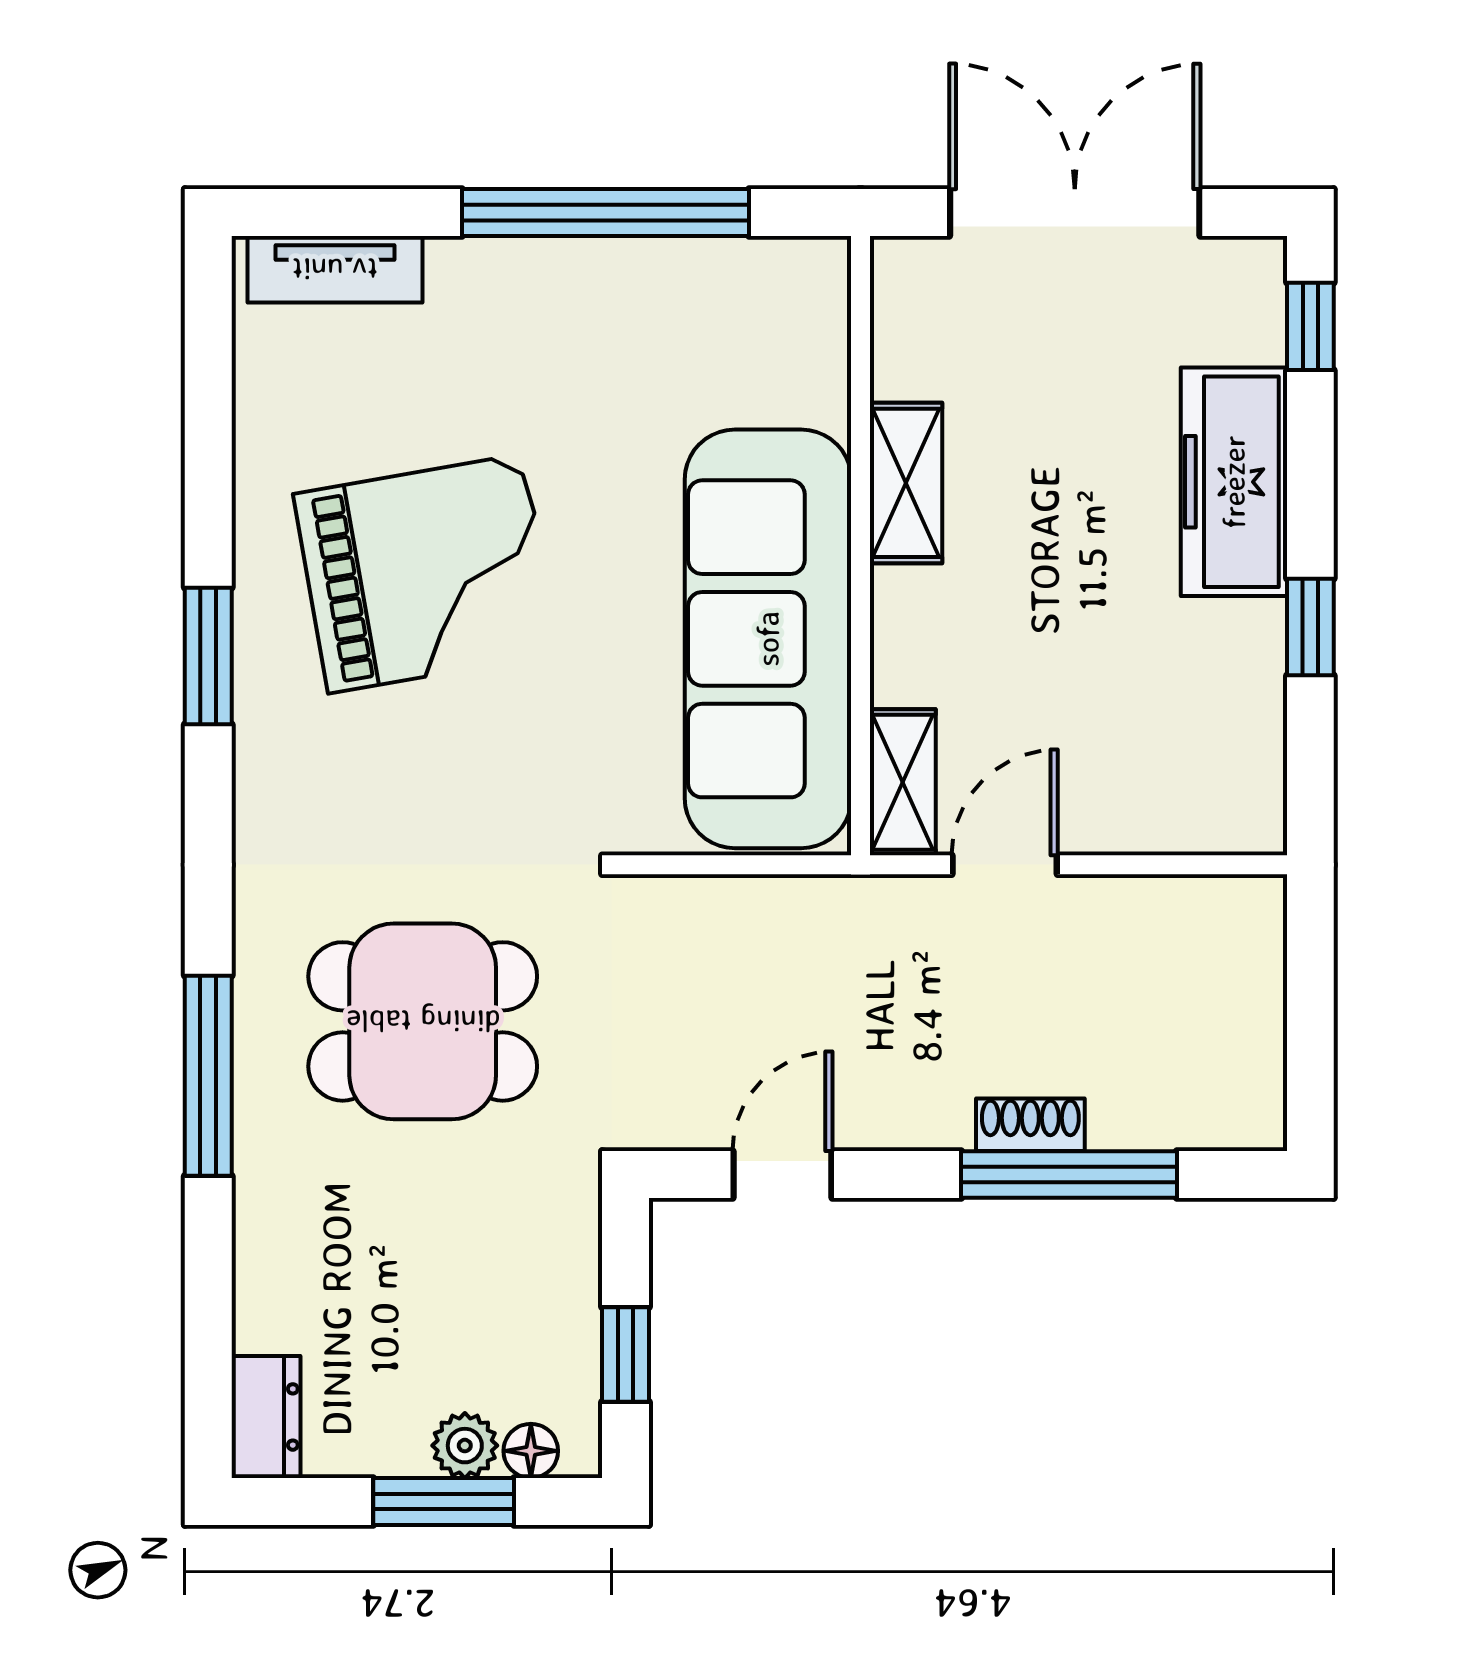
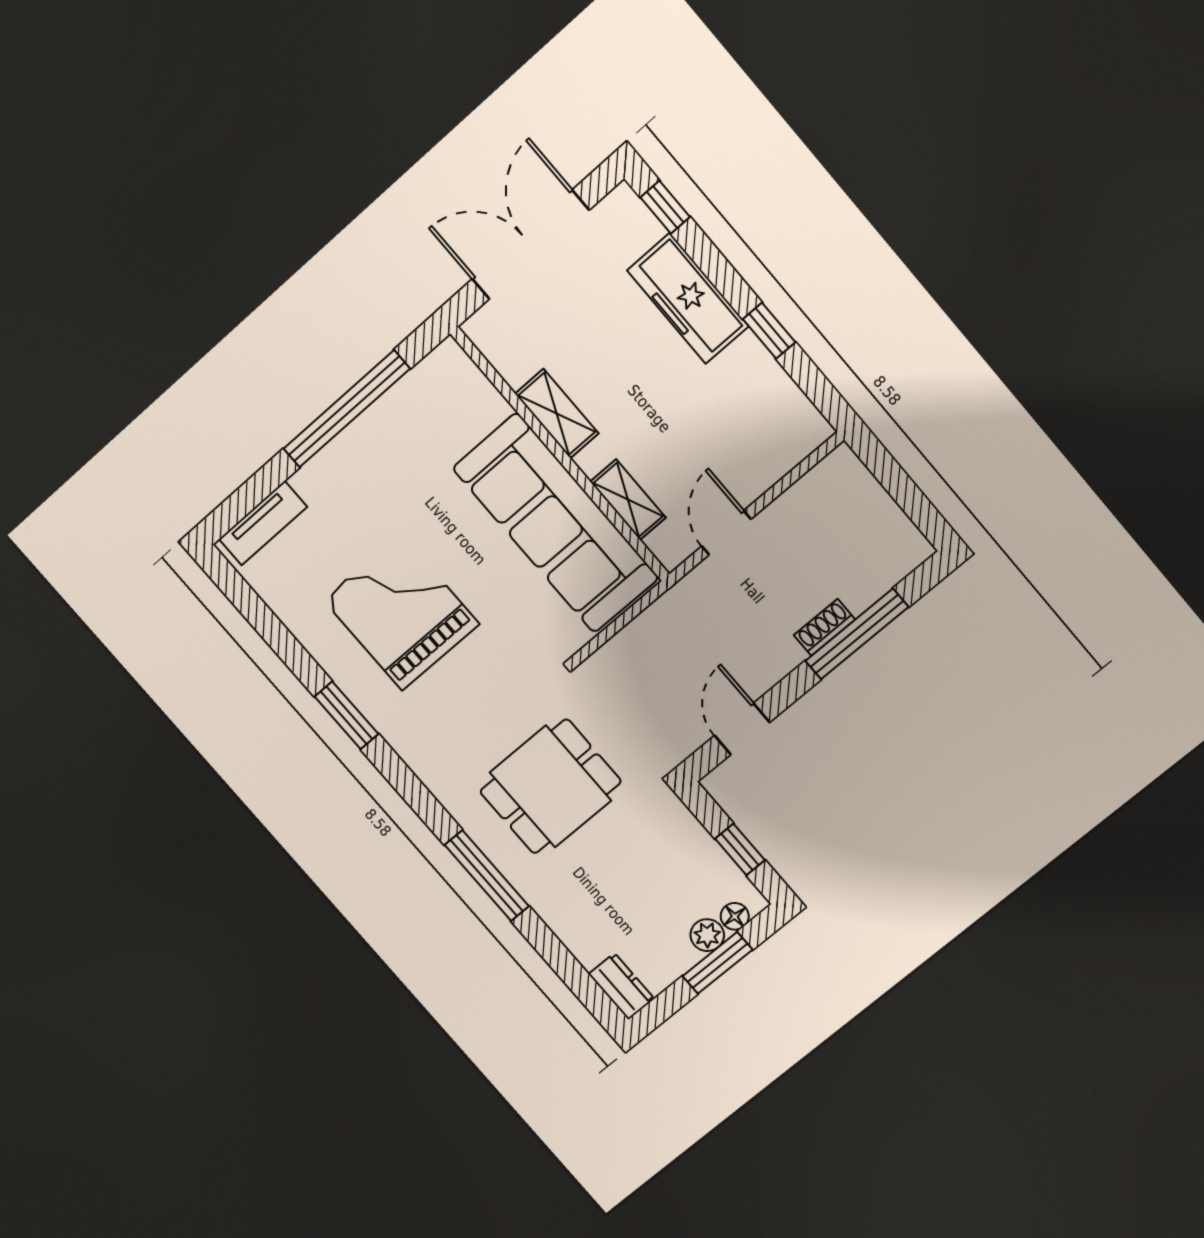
grand piano: (426, 574) -> (401, 612), turned -80
shelving: (903, 782) -> (628, 500), moved

